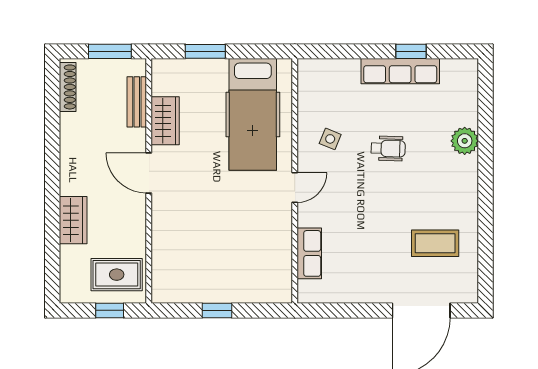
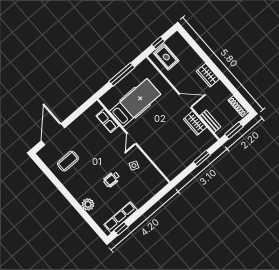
window: (411, 51) -> (121, 229), moved
row of seats: (400, 71) -> (121, 217), moved
hospital bed: (253, 114) -> (135, 103), moved, turned 90
wardrobe: (73, 220) -> (208, 75), moved
rug: (117, 275) -> (166, 57), turned 90
window: (217, 310) -> (122, 74), width x2.17

